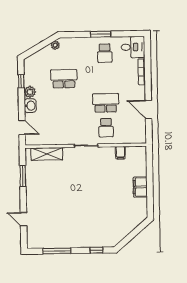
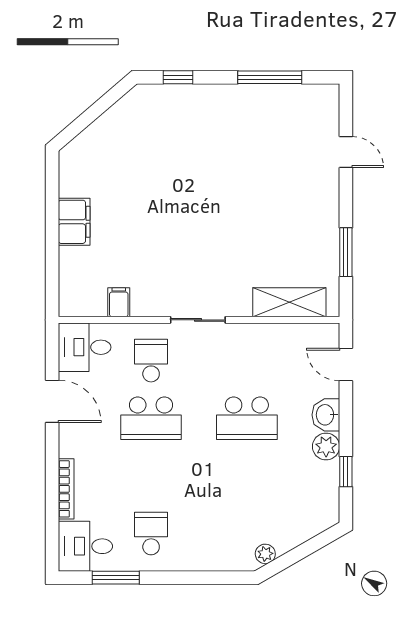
window: (101, 34) -> (116, 578), moved
school desk: (64, 79) -> (247, 418), moved
desk: (135, 133) -> (85, 347), added

